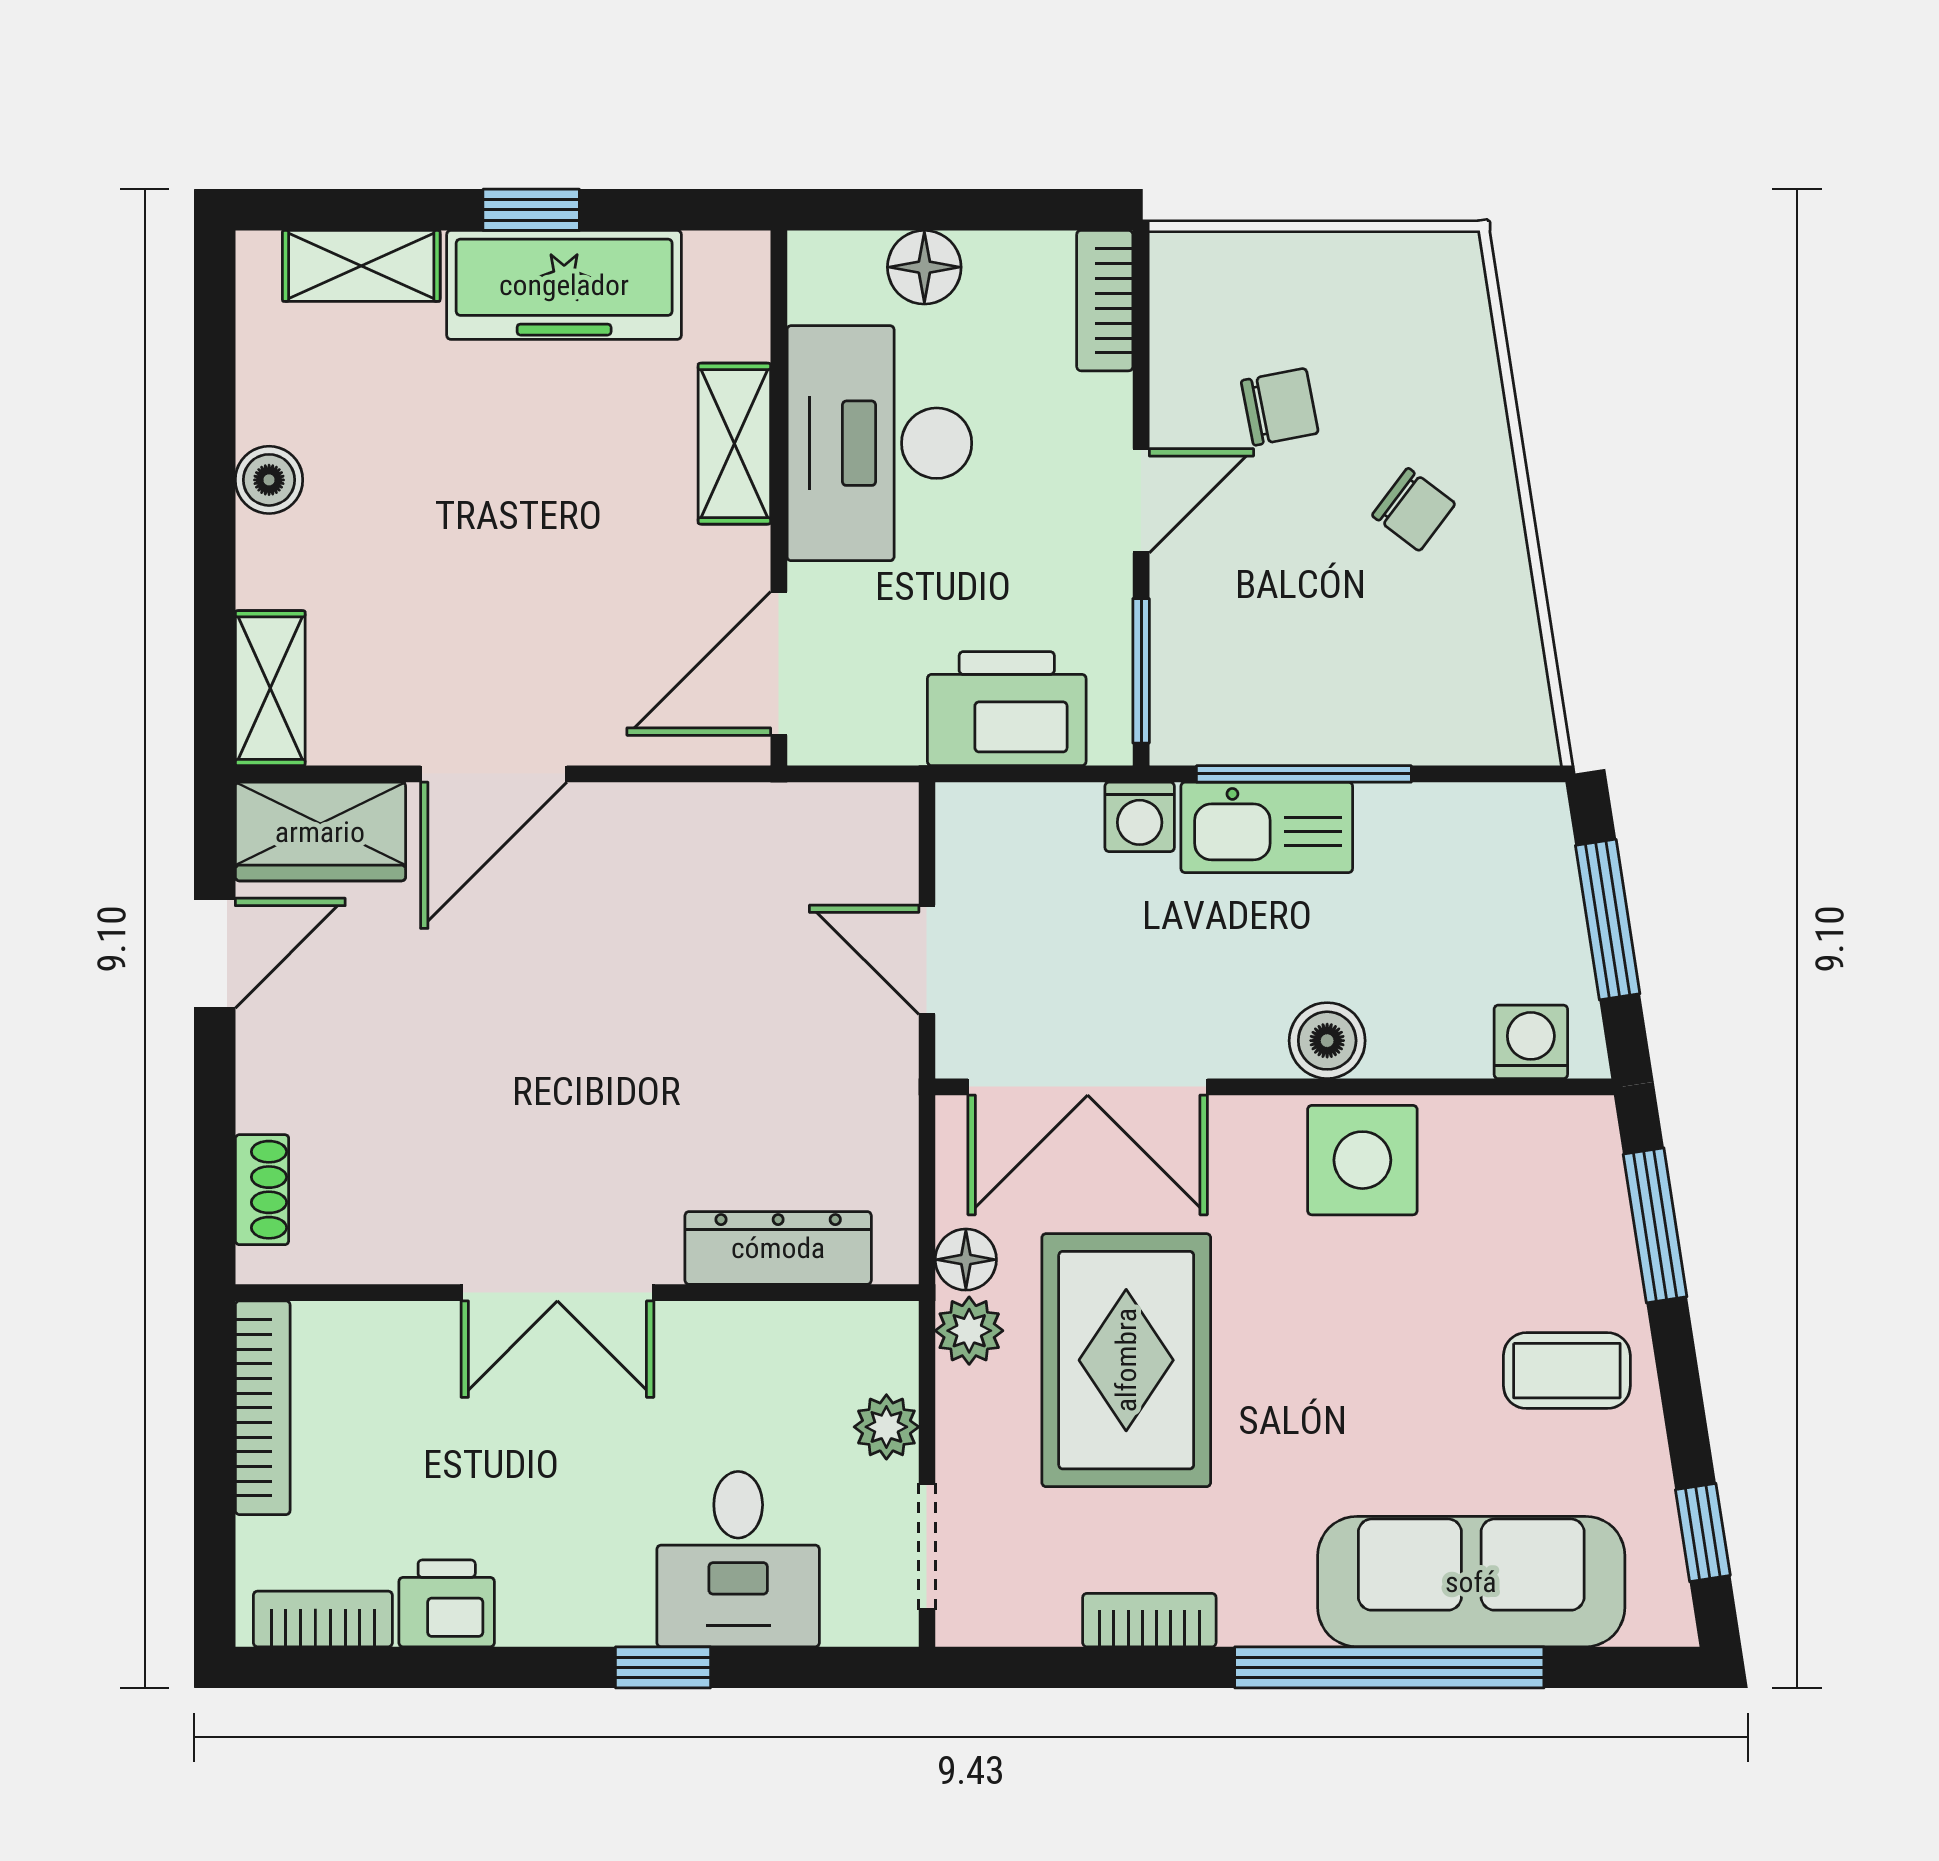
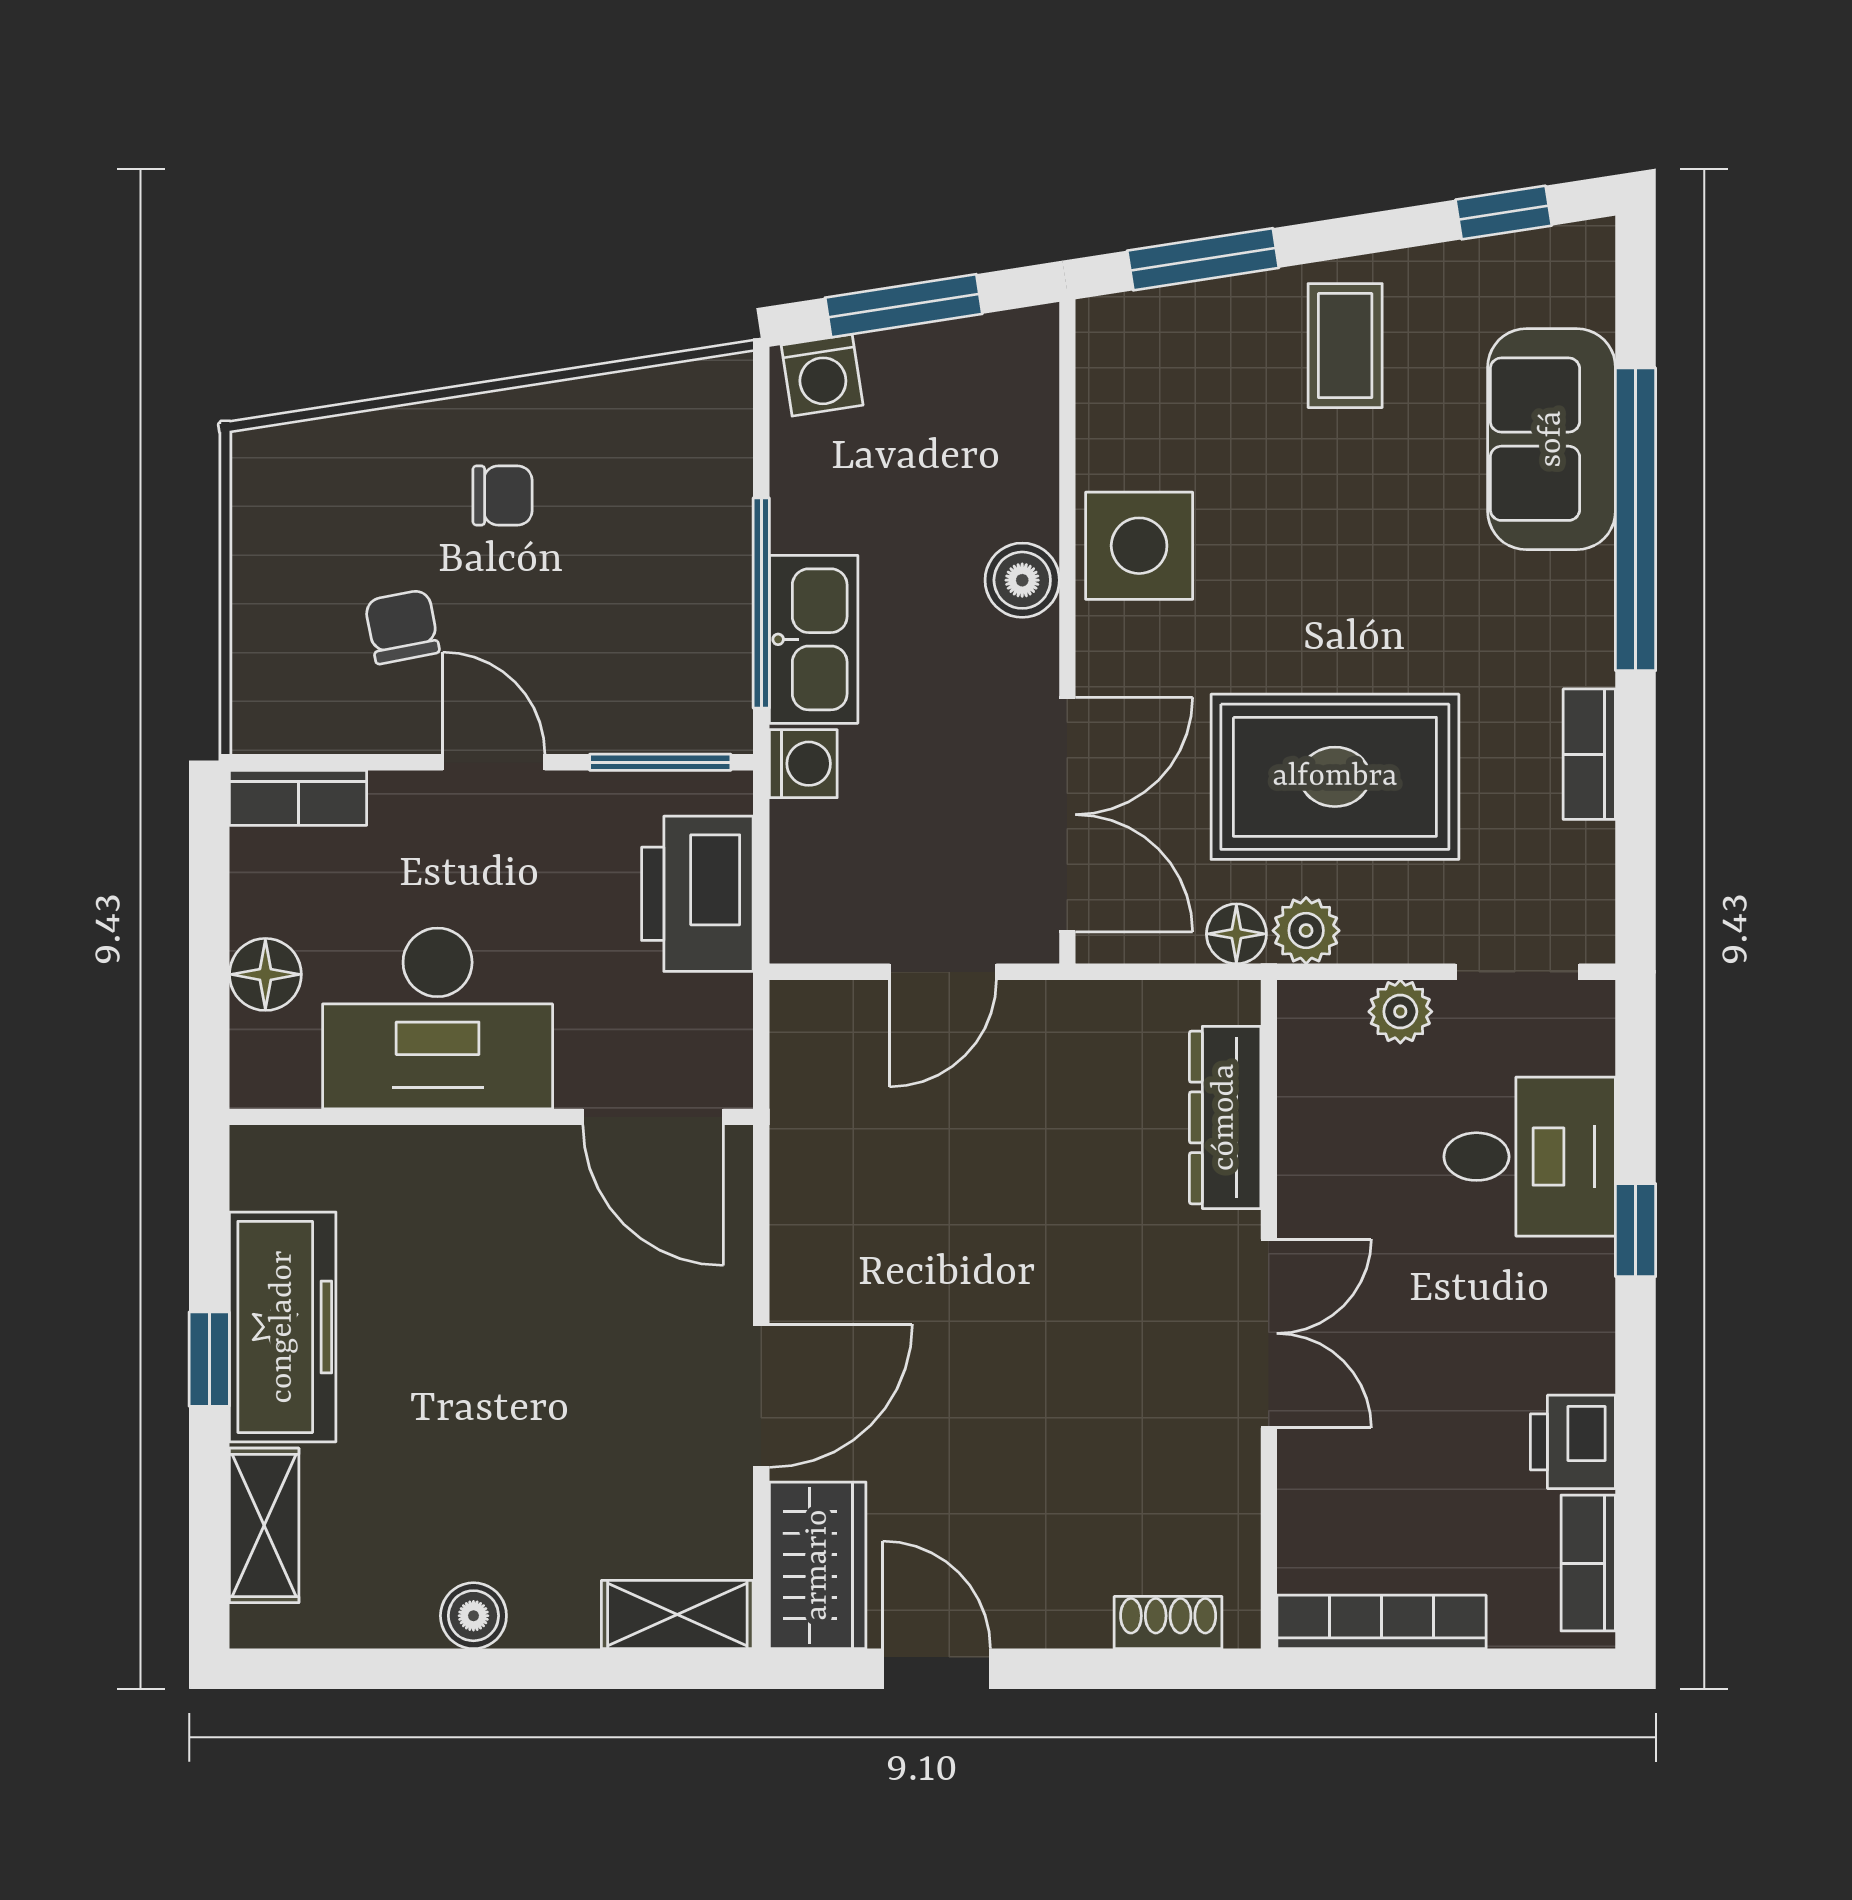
shelving: (734, 444) -> (438, 1160), removed
chair: (1414, 510) -> (502, 496), turned 53
door: (494, 774) -> (761, 1396), hinge flipped
washing machine: (1531, 1042) -> (822, 375), moved, turned -99
sofa: (1471, 1582) -> (1552, 439), width x0.73

